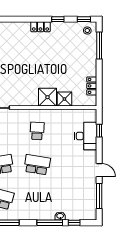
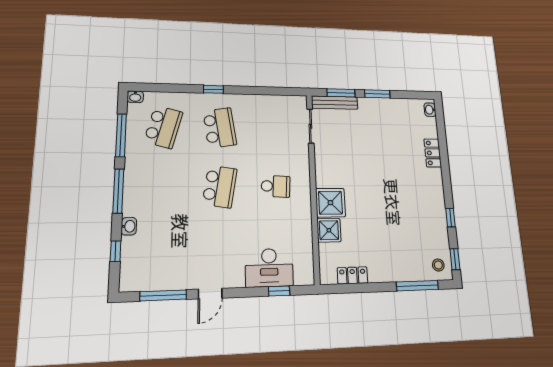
locker: (40, 27) -> (433, 153), moved
window: (50, 223) -> (118, 191), moved

